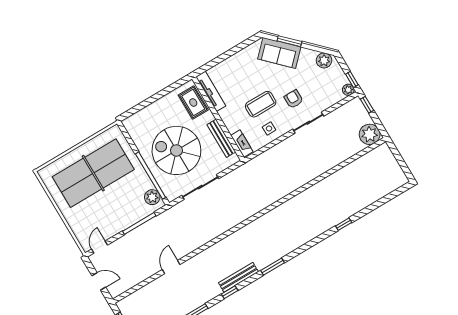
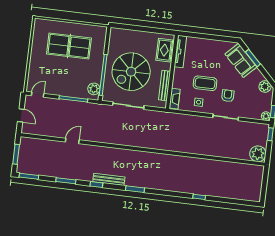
spiral stairs: (176, 150) -> (131, 72), turned -90
table tennis table: (93, 173) -> (69, 46), width x0.73, depth x0.76

